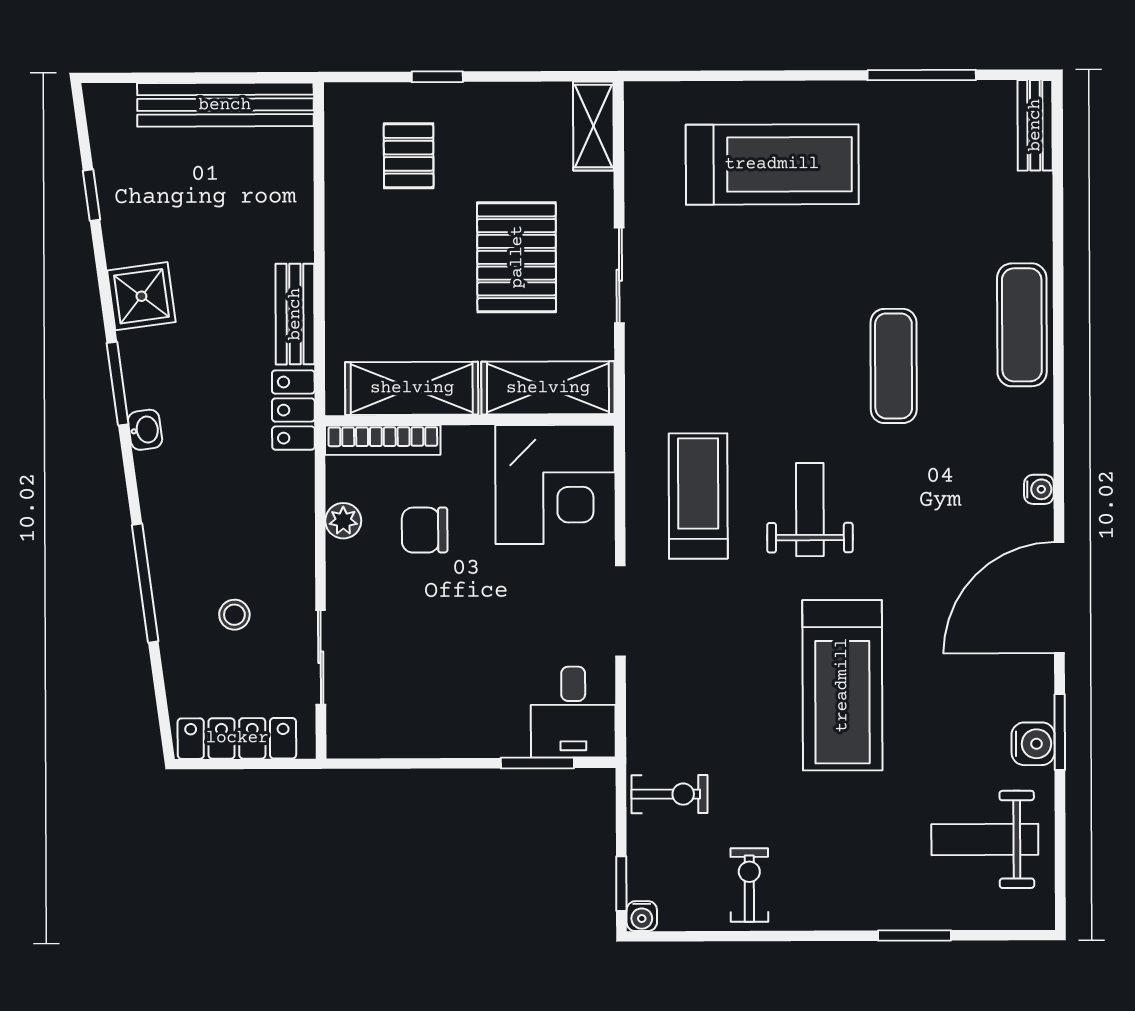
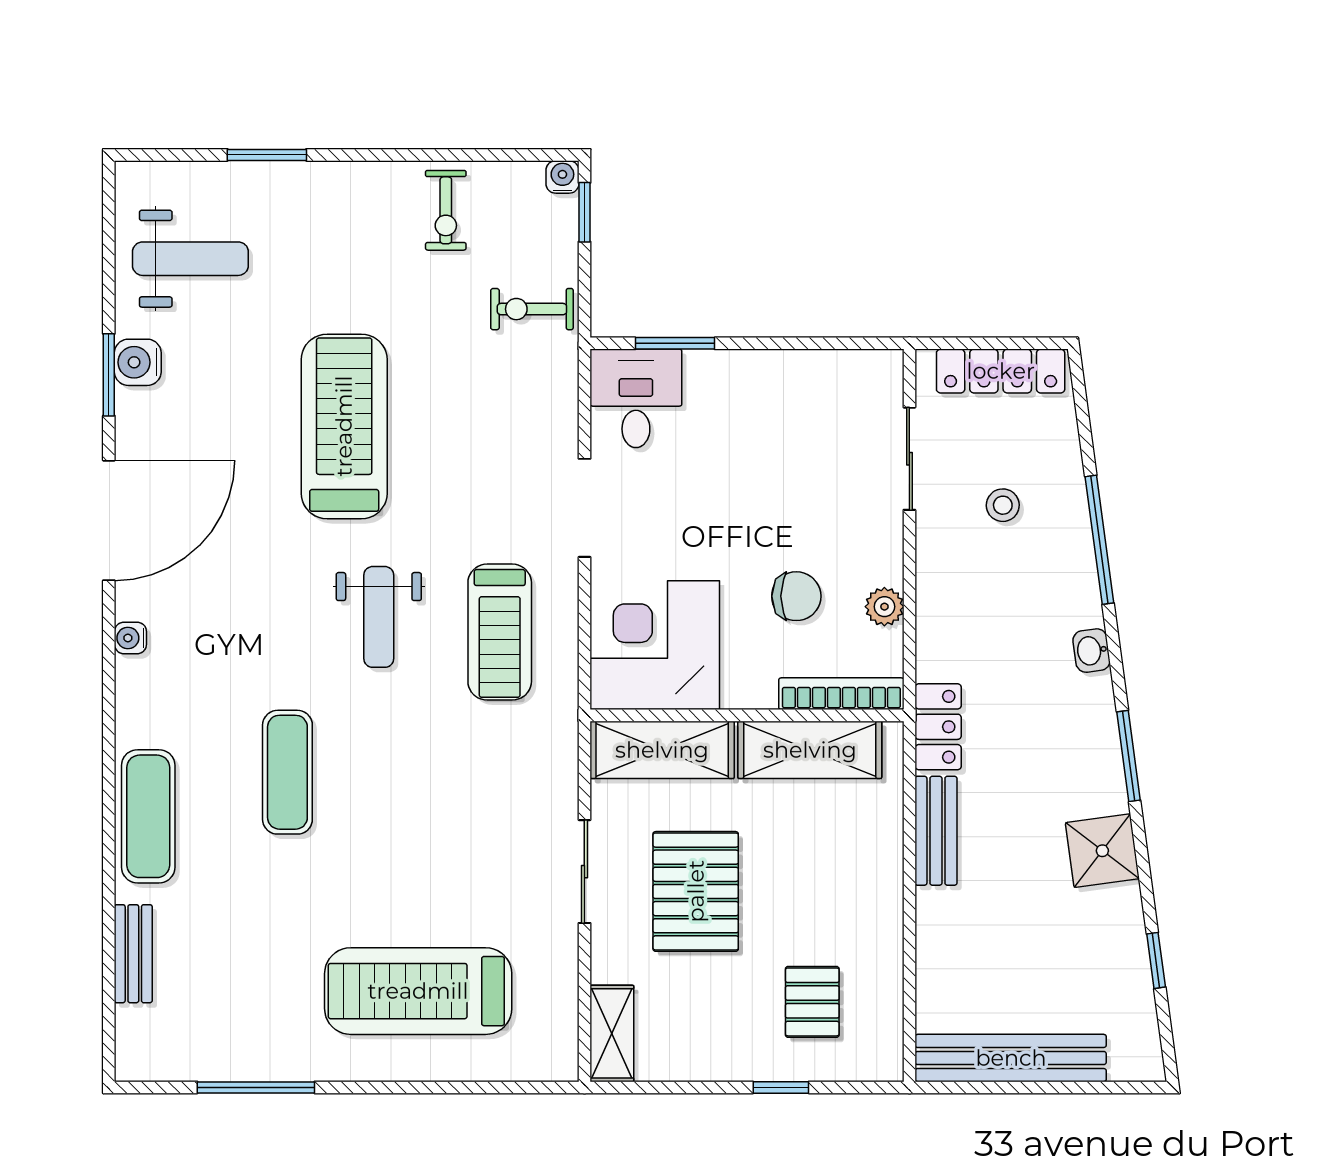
bench: (1035, 125) -> (133, 954), moved
washbasin: (145, 430) -> (1091, 651), moved

